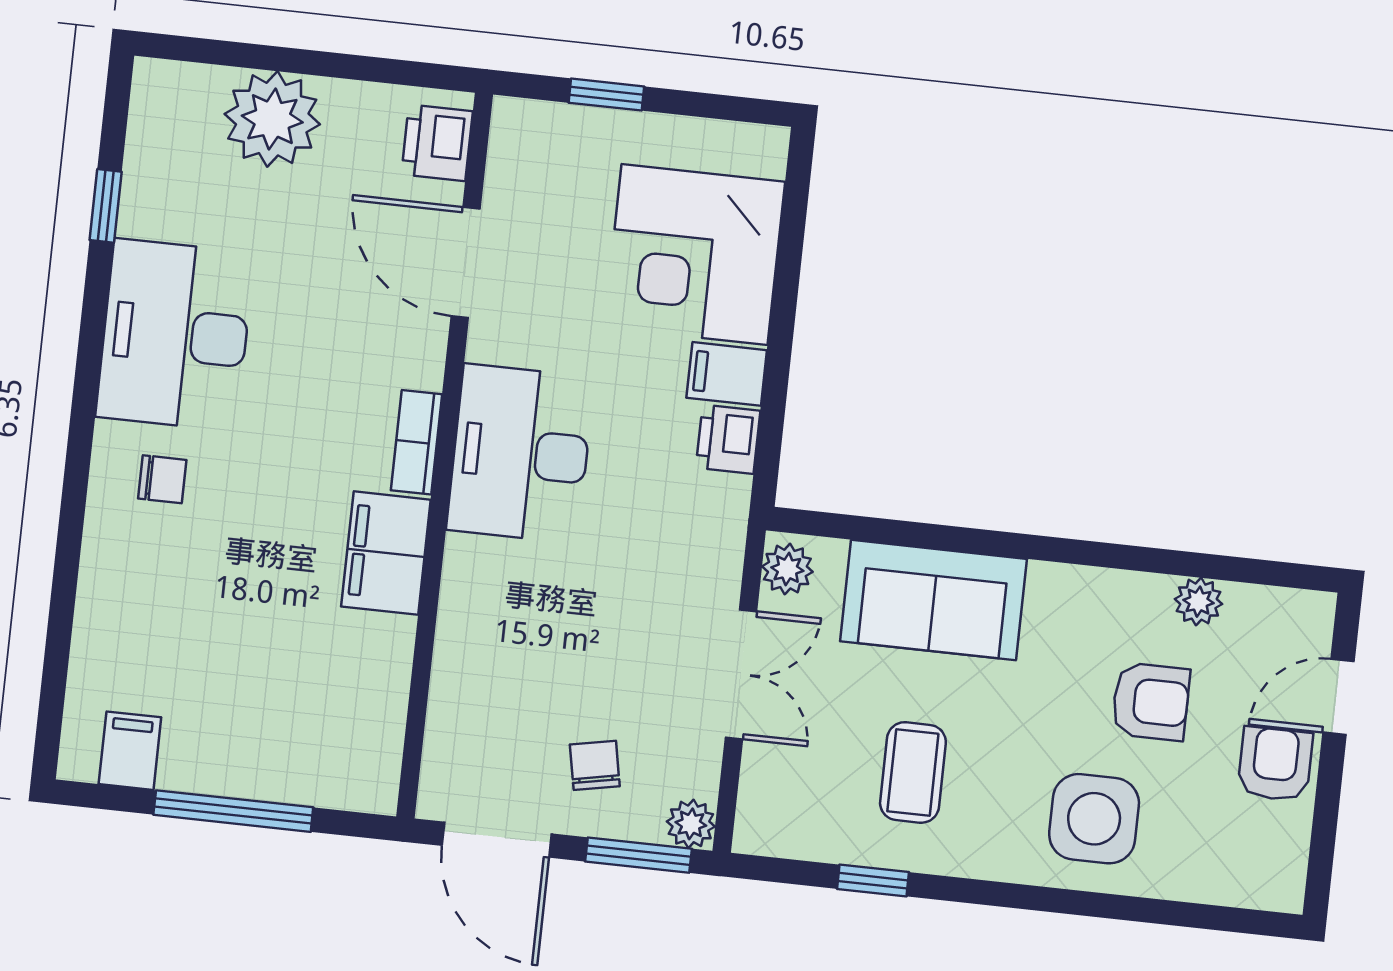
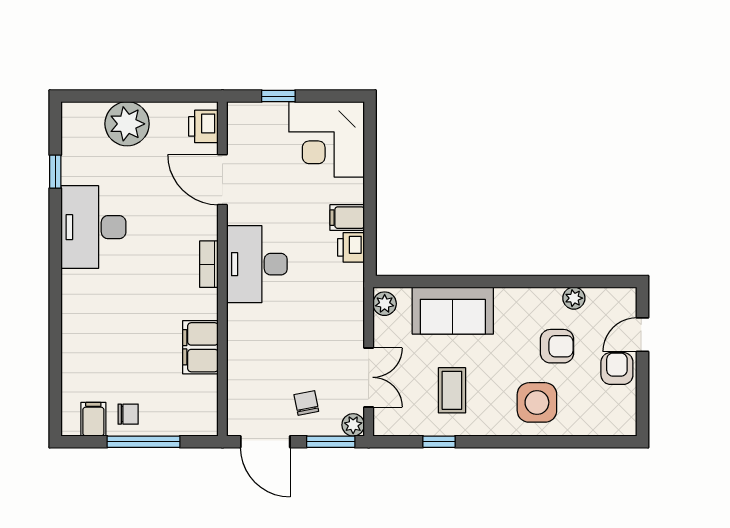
corner desk: (695, 255) -> (327, 139), moved
chair: (162, 479) -> (128, 414), moved
filing cabinet: (386, 553) -> (200, 347), moved
double door: (741, 674) -> (369, 377), moved

